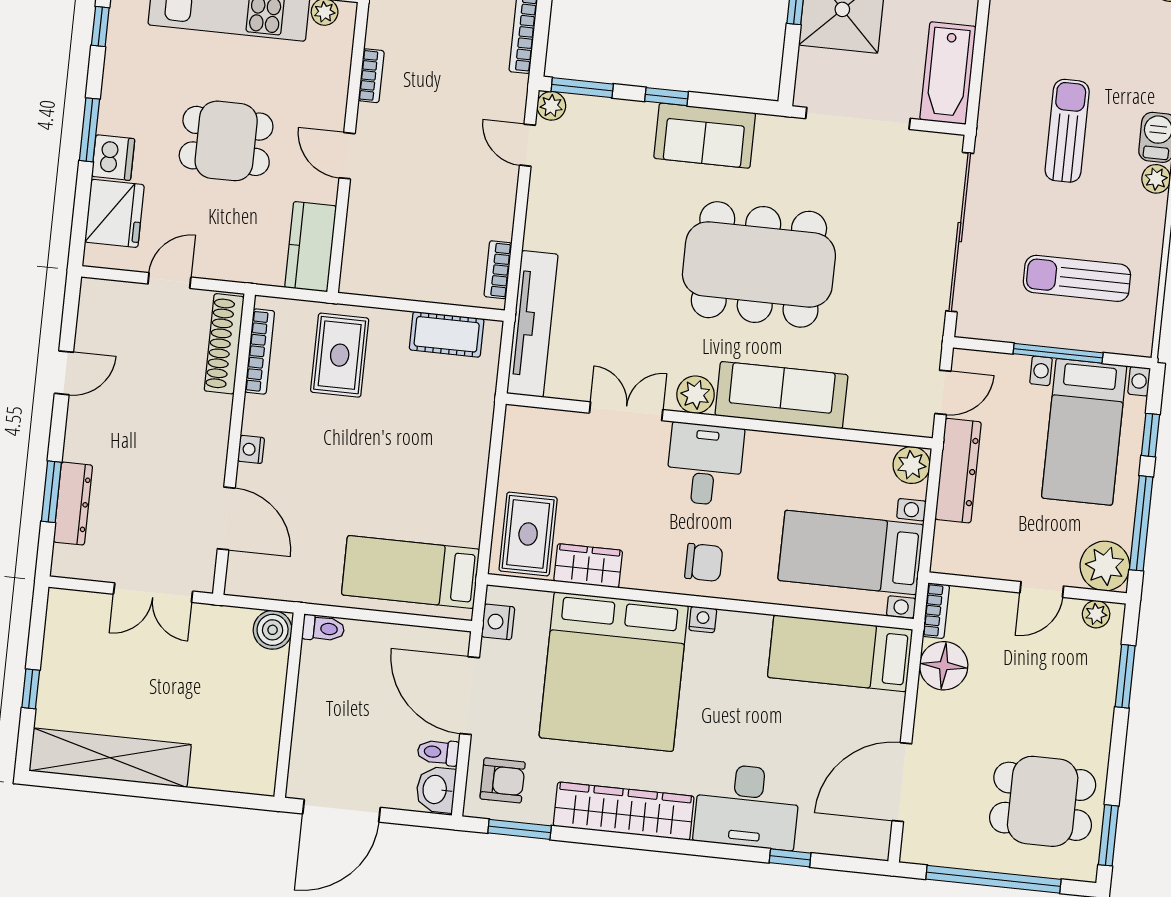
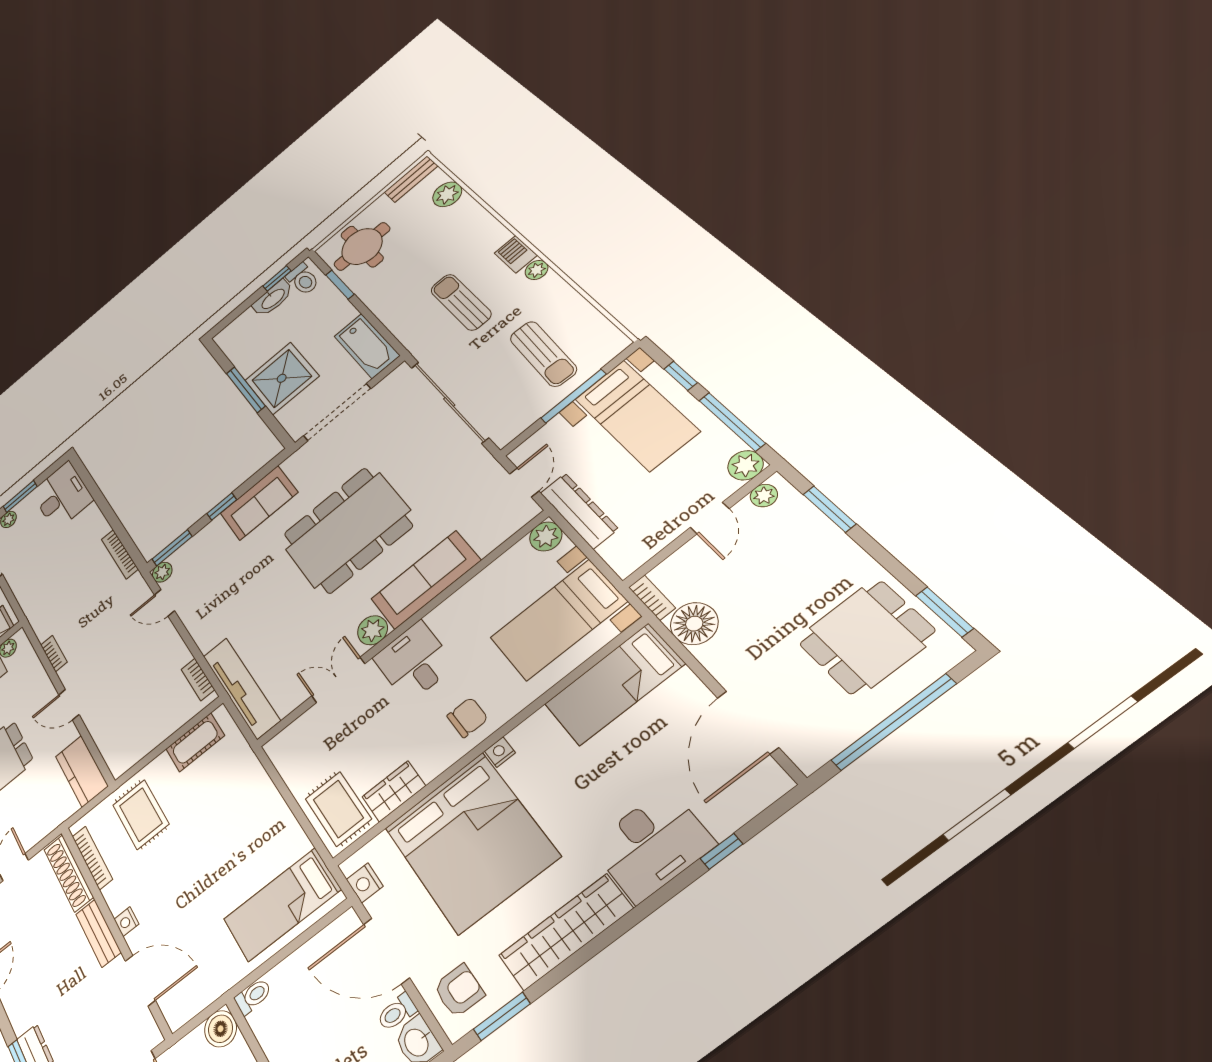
sun lounger: (1077, 278) -> (543, 354), turned -87
bench: (215, 434) -> (98, 933), added
plant: (1105, 566) -> (745, 465), width x0.73, depth x0.73

